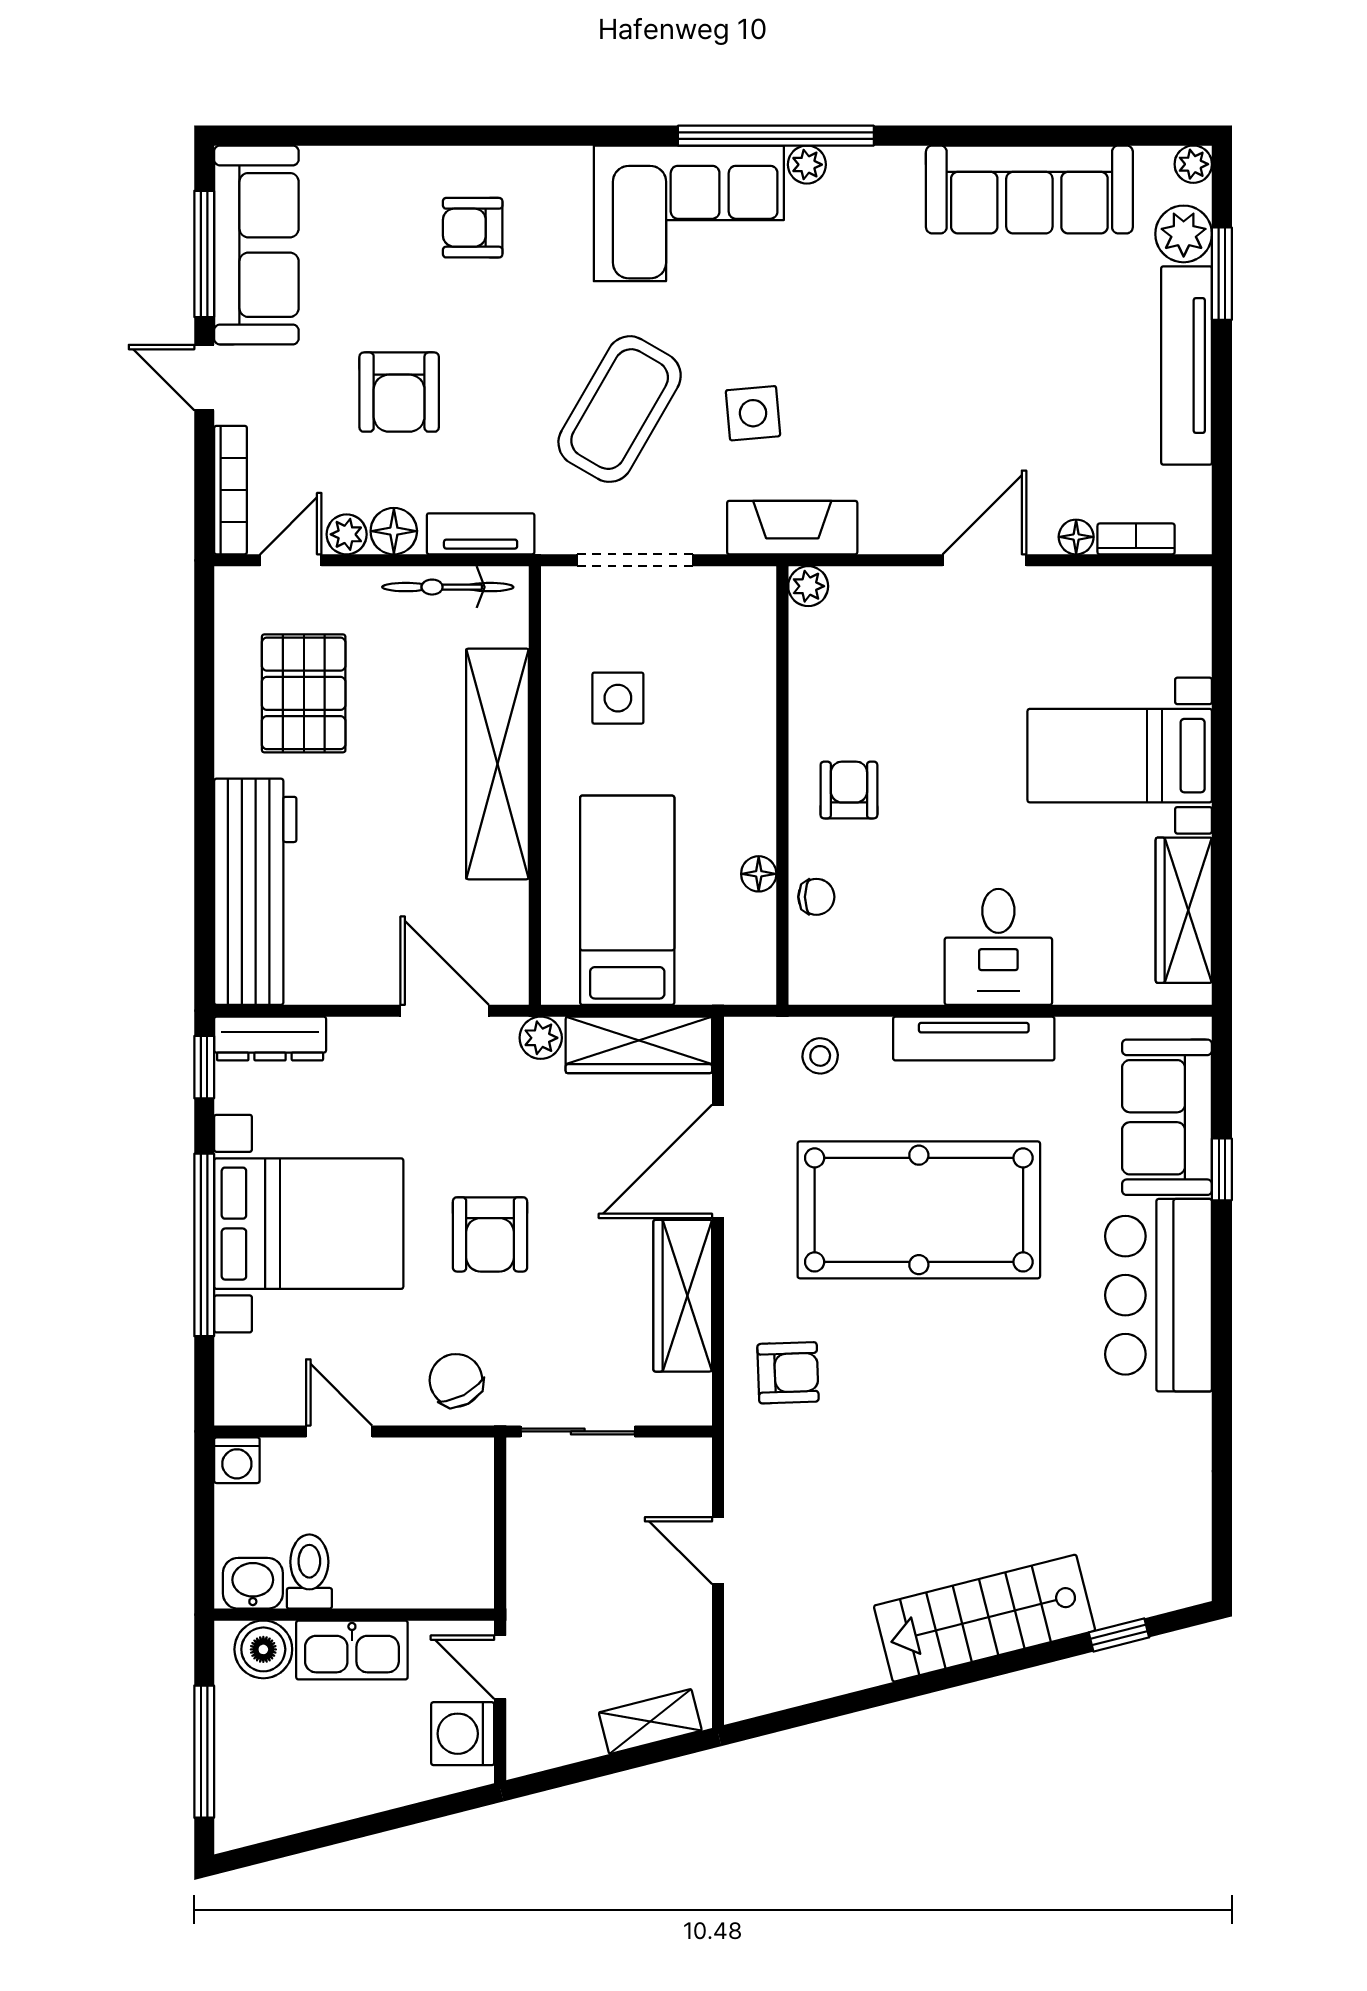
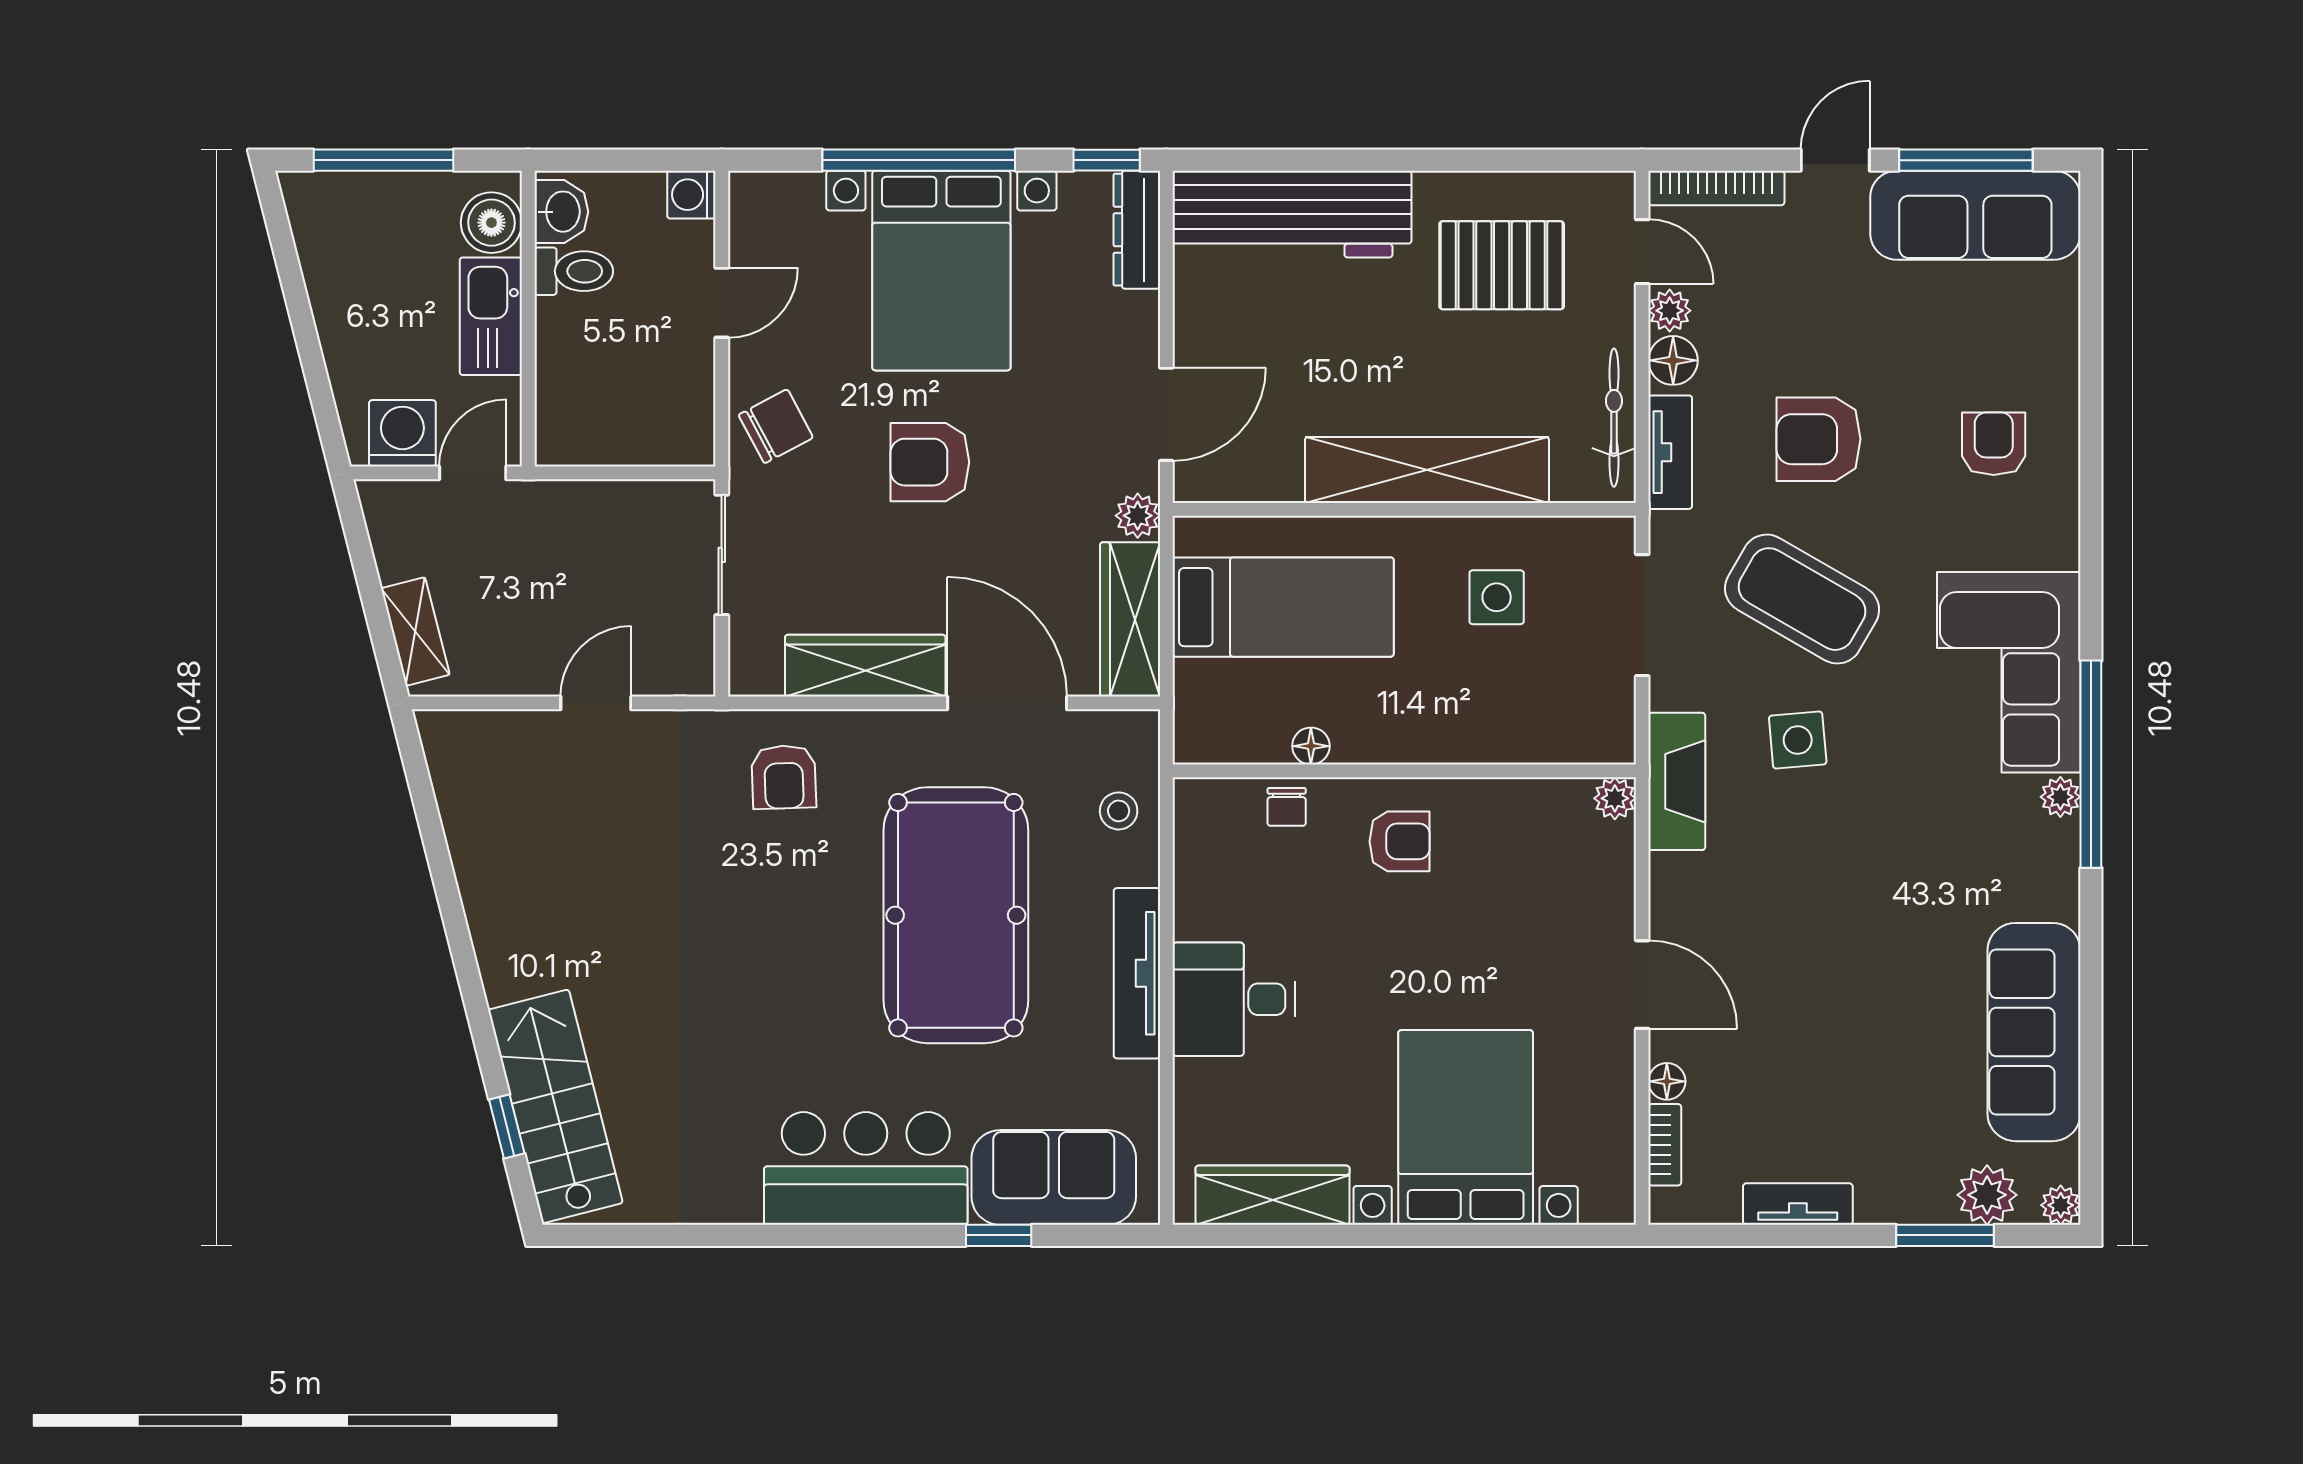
tv unit: (1187, 365) -> (1798, 1204), width x0.52, depth x0.78
armchair: (399, 392) -> (1819, 439), moved
bed with nightstands: (1120, 756) -> (1466, 1127), width x1.36
stairs: (985, 1618) -> (555, 1106), moved

